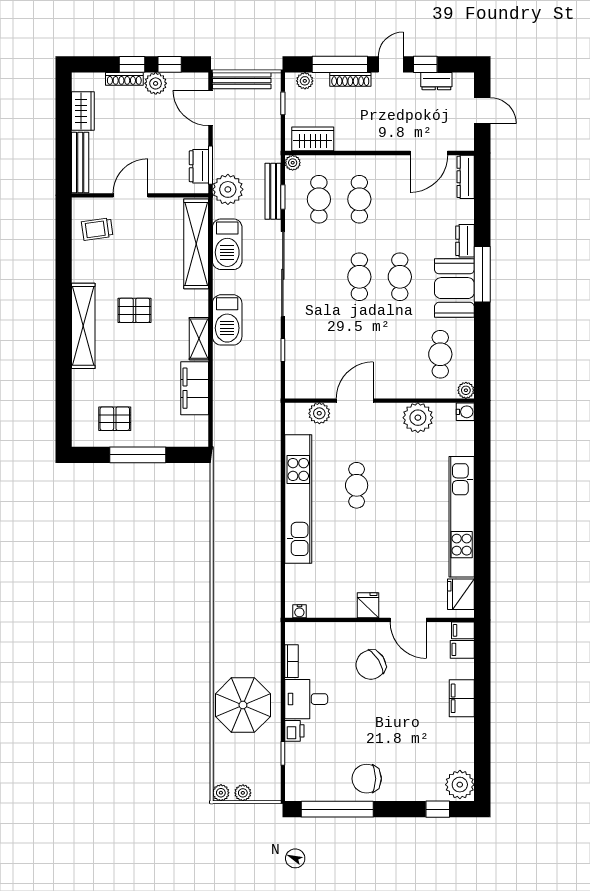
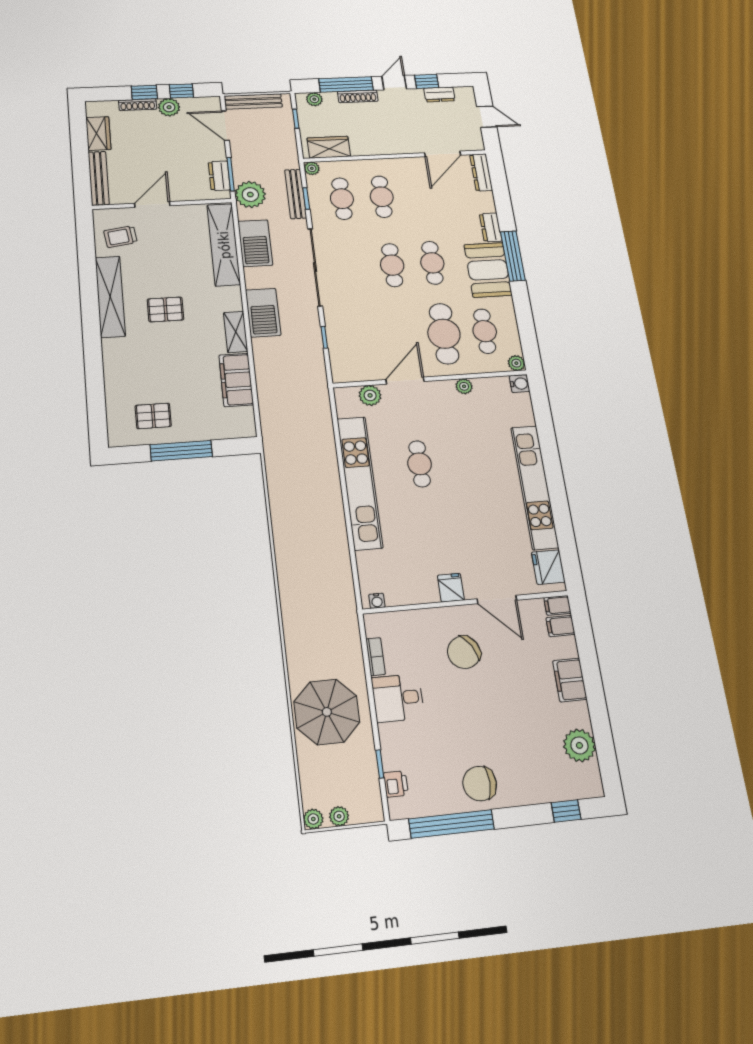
shelving: (83, 326) -> (110, 297), moved
cafe table: (400, 354) -> (444, 334), added
plant: (418, 418) -> (464, 386), width x0.53, depth x0.53
printer: (294, 731) -> (396, 784), moved
plant: (460, 785) -> (579, 745), moved

